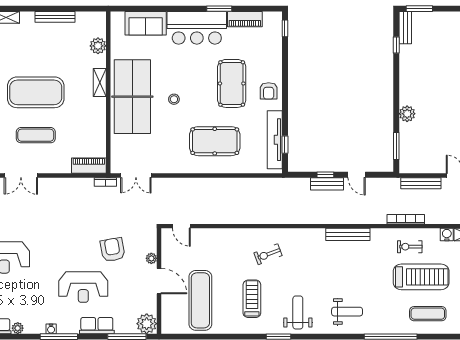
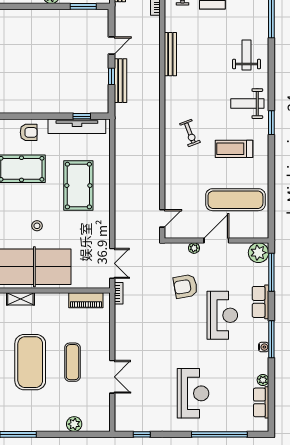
piano: (89, 166) -> (86, 300), moved, turned -90
bench: (327, 184) -> (120, 81), width x1.36

